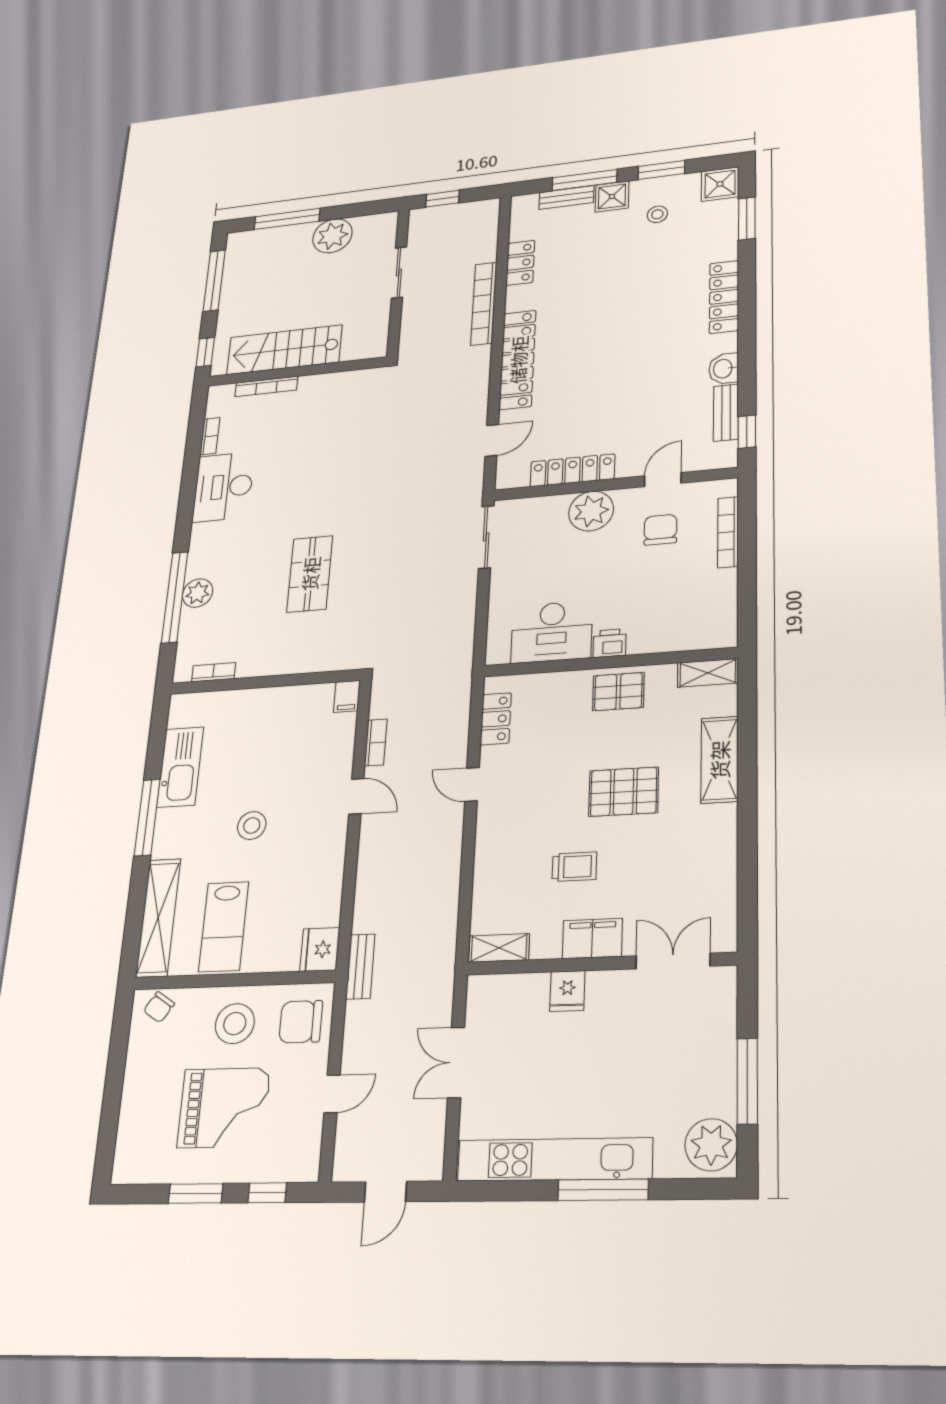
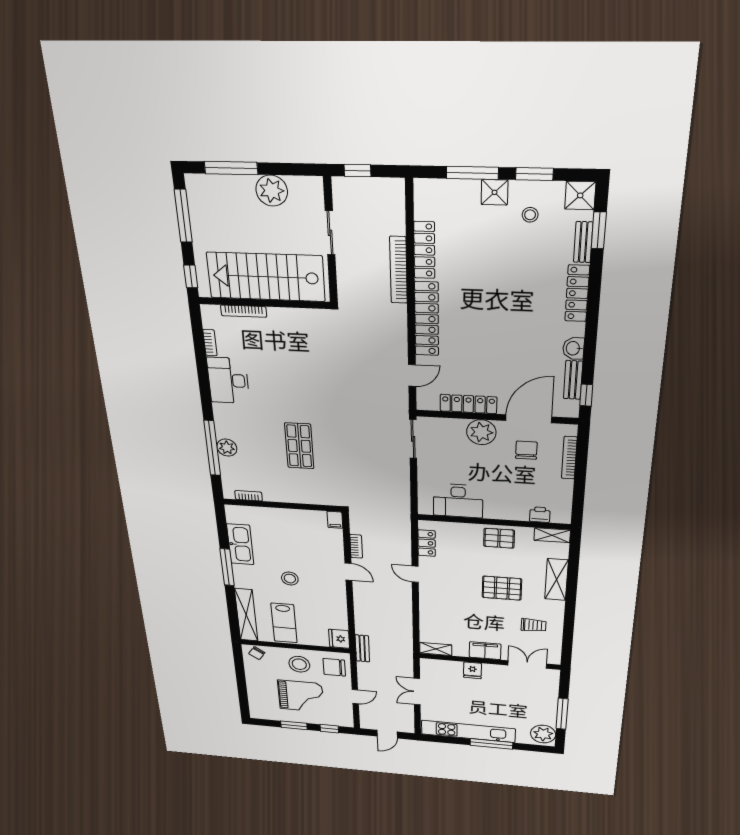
bench: (566, 197) -> (583, 242), moved, turned 90
locker: (520, 263) -> (424, 250), width x1.53
stairs: (284, 350) -> (266, 277), width x1.36, depth x1.51
door: (663, 480) -> (529, 419), width x1.87
printer: (610, 643) -> (540, 515), moved
trolley: (574, 867) -> (534, 625), moved

